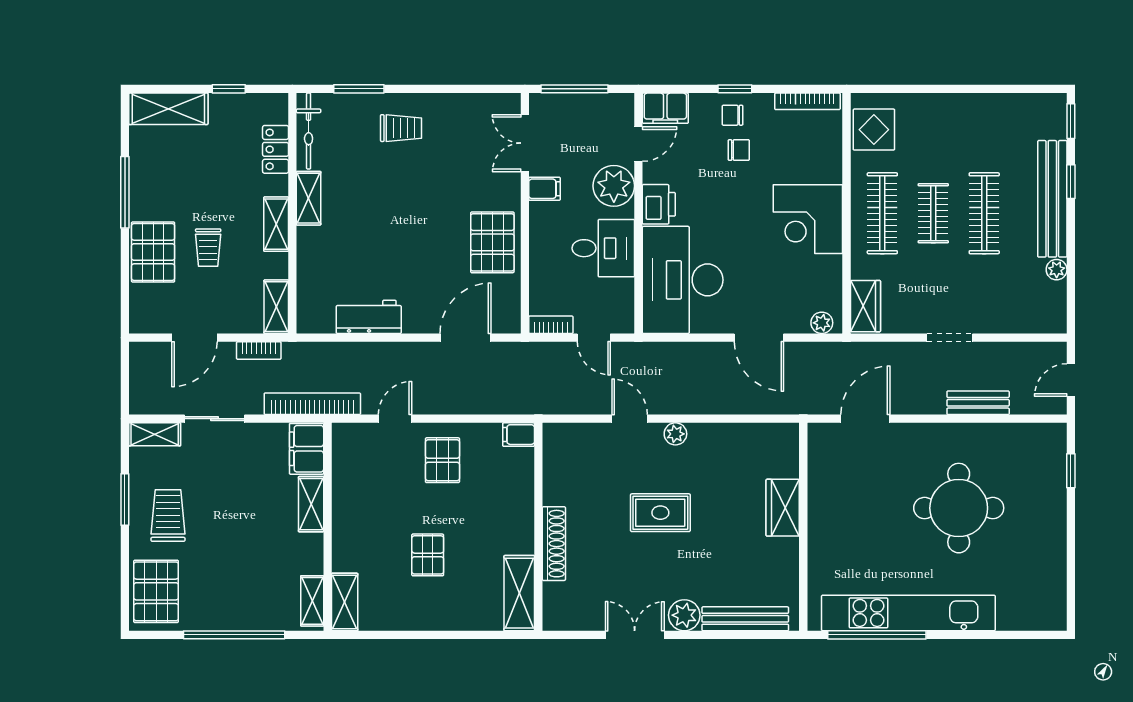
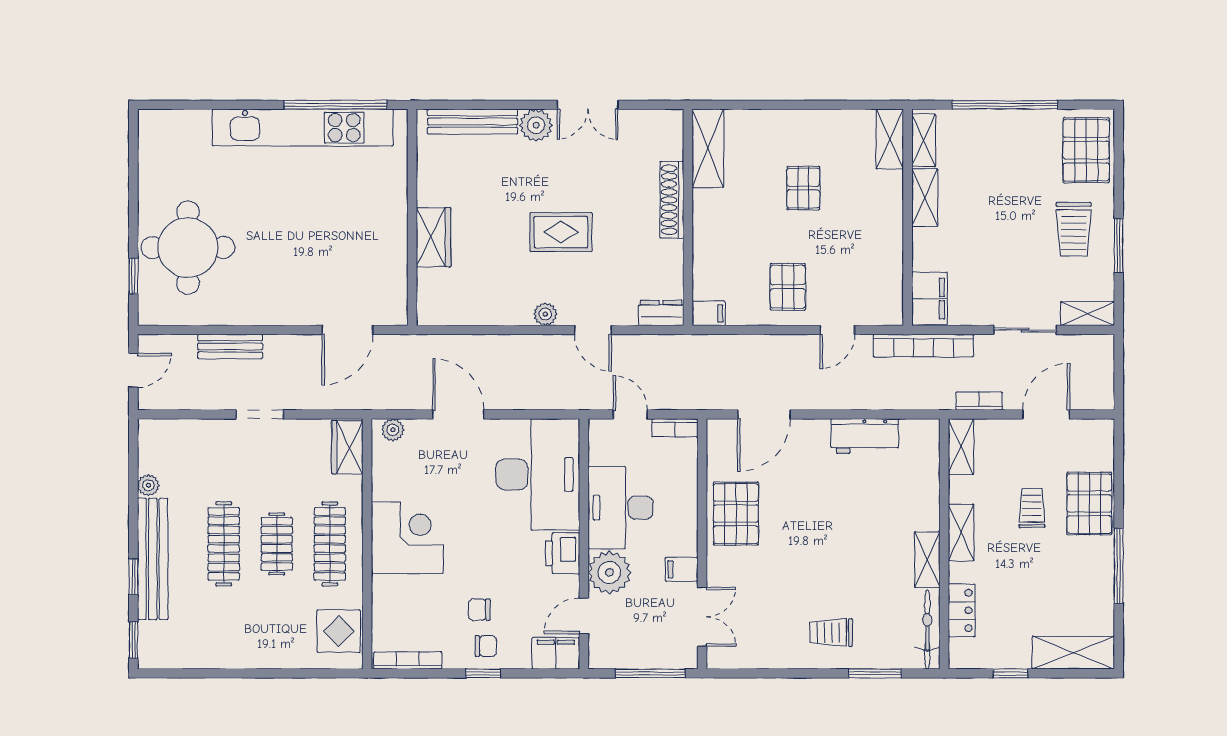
desk: (603, 248) -> (620, 508), width x1.37
dresser: (564, 435) -> (661, 313), added
shelving: (311, 504) -> (925, 198), moved
round table: (959, 508) -> (188, 248), moved

